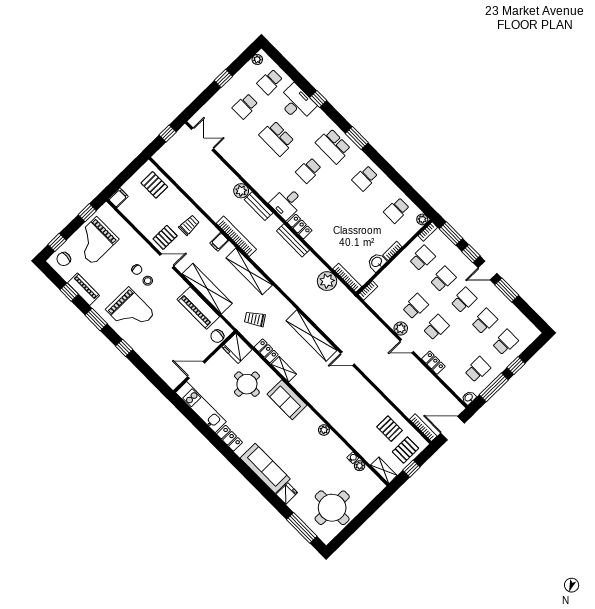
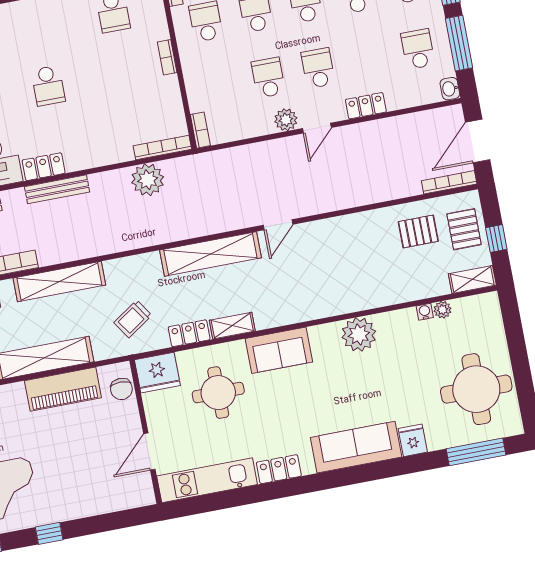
school desk: (365, 178) -> (48, 86), moved
washbasin: (377, 262) -> (168, 90), removed
plant: (324, 430) -> (359, 334), width x1.87, depth x1.87

